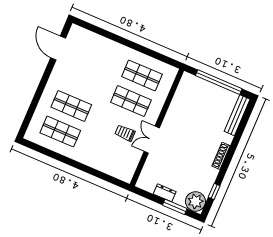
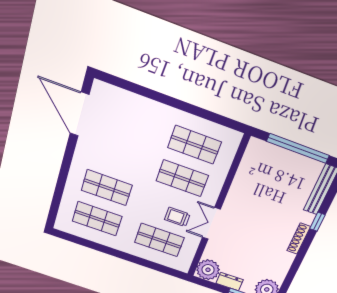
door: (58, 48) -> (80, 114), width x1.36
shop shelf: (109, 152) -> (159, 240), added
plant: (147, 181) -> (208, 270), added
window: (214, 191) -> (317, 222), moved

